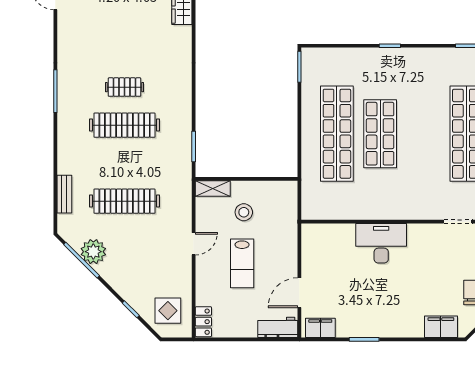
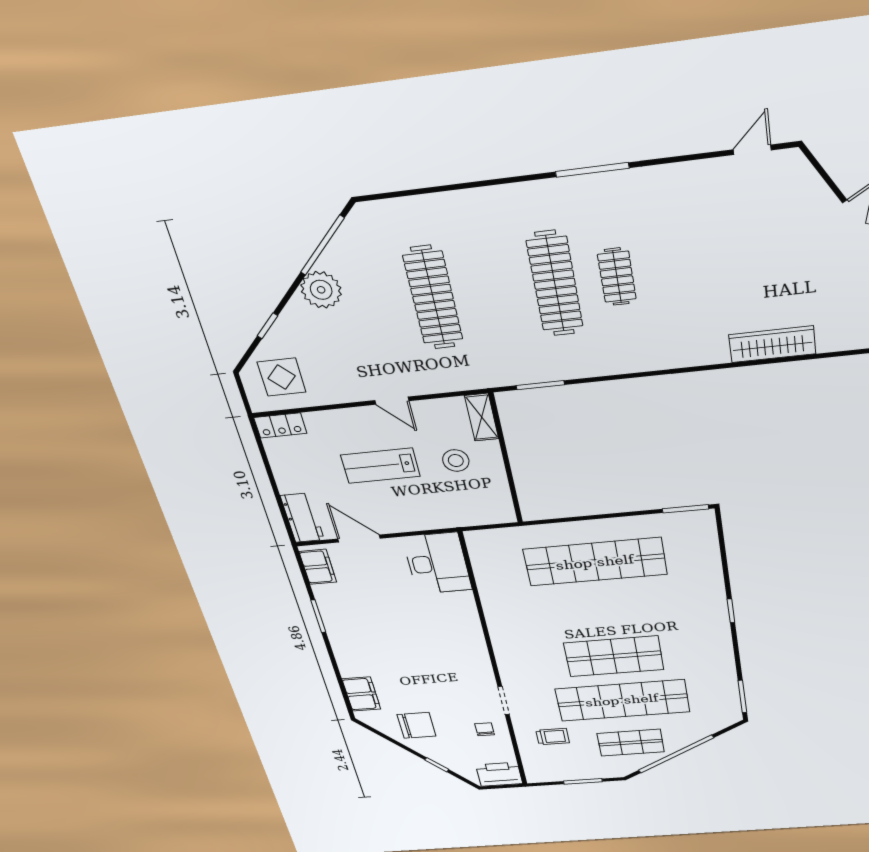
shop shelf: (380, 134) -> (614, 656), moved
bench: (64, 194) -> (422, 206), removed
desk: (381, 243) -> (437, 563), moved
plant: (93, 252) -> (321, 290), moved

